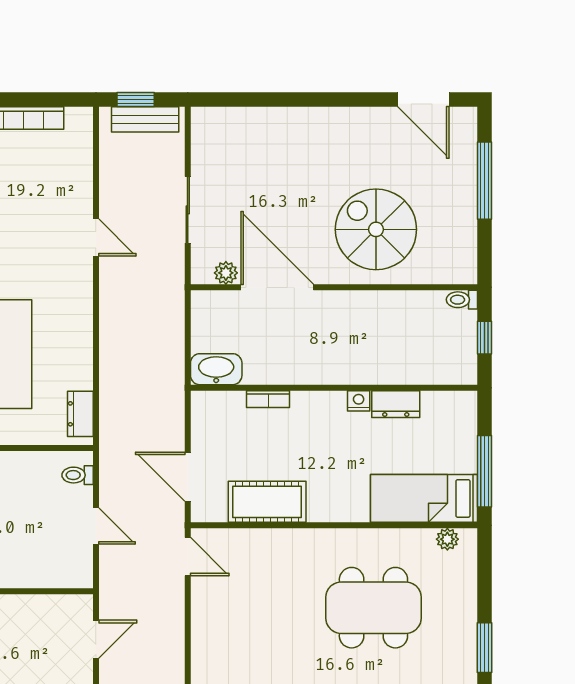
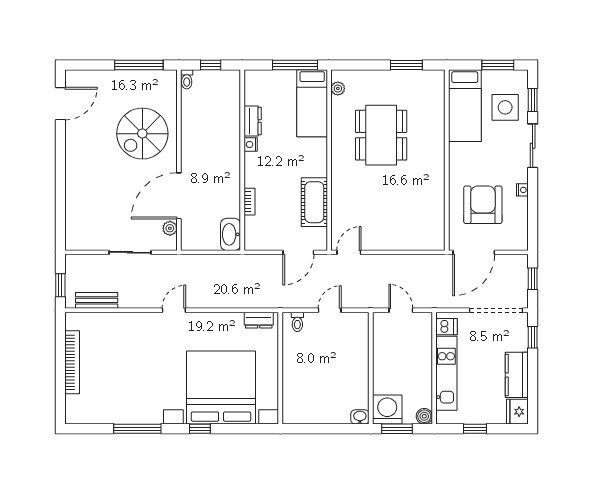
bench: (145, 119) -> (97, 300), moved, turned 90
window: (485, 181) -> (139, 65), moved
door: (96, 237) -> (174, 310), moved

